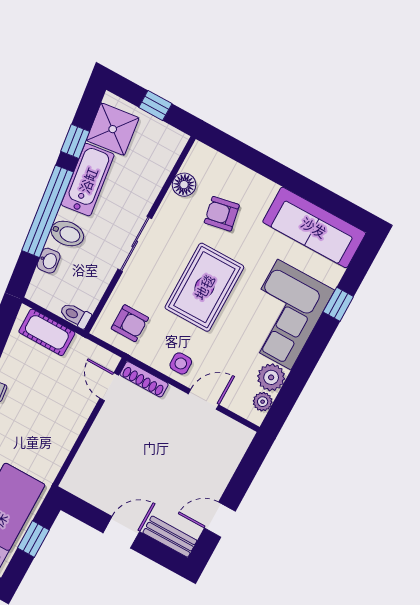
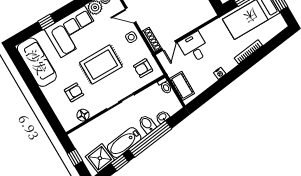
armchair: (222, 214) -> (74, 92), turned -79
armchair: (130, 323) -> (143, 68), turned -90
desk: (65, 409) -> (194, 47), added

